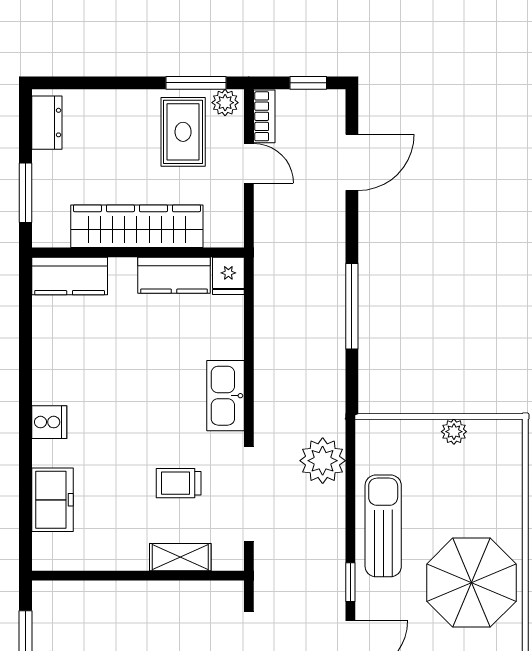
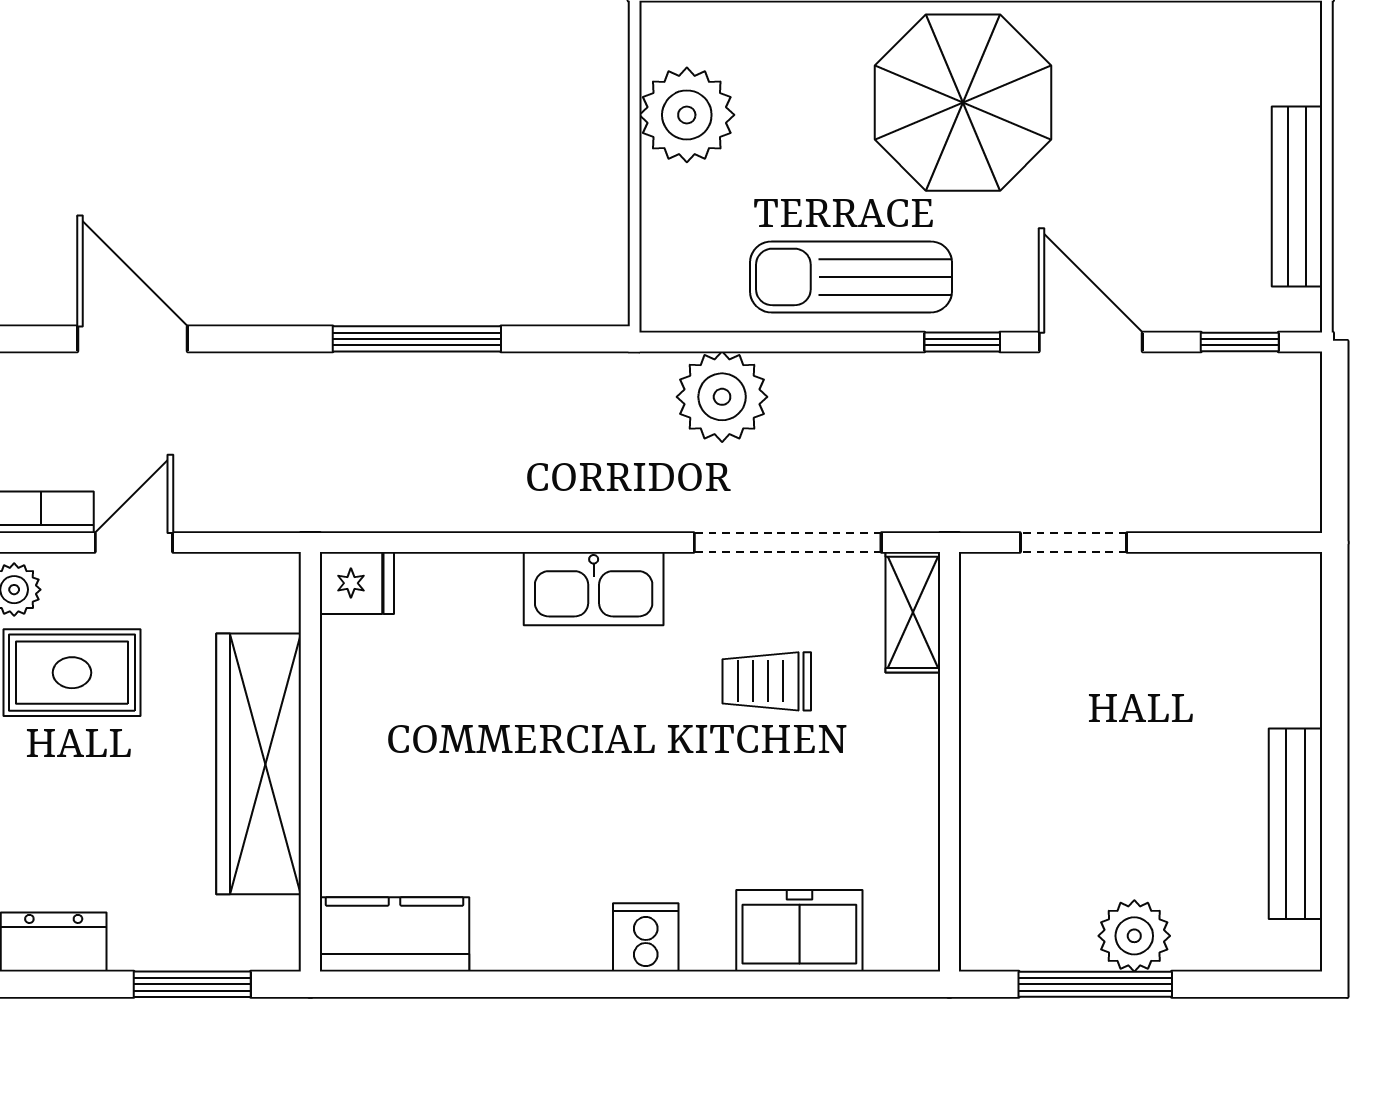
kitchen counter: (174, 275) -> (355, 691), removed
kitchen counter: (70, 276) -> (394, 934), moved, turned -90
plant: (454, 432) -> (687, 115), width x1.88, depth x1.88
trolley: (179, 483) -> (767, 681), turned 90
shelving: (180, 557) -> (913, 612), moved

